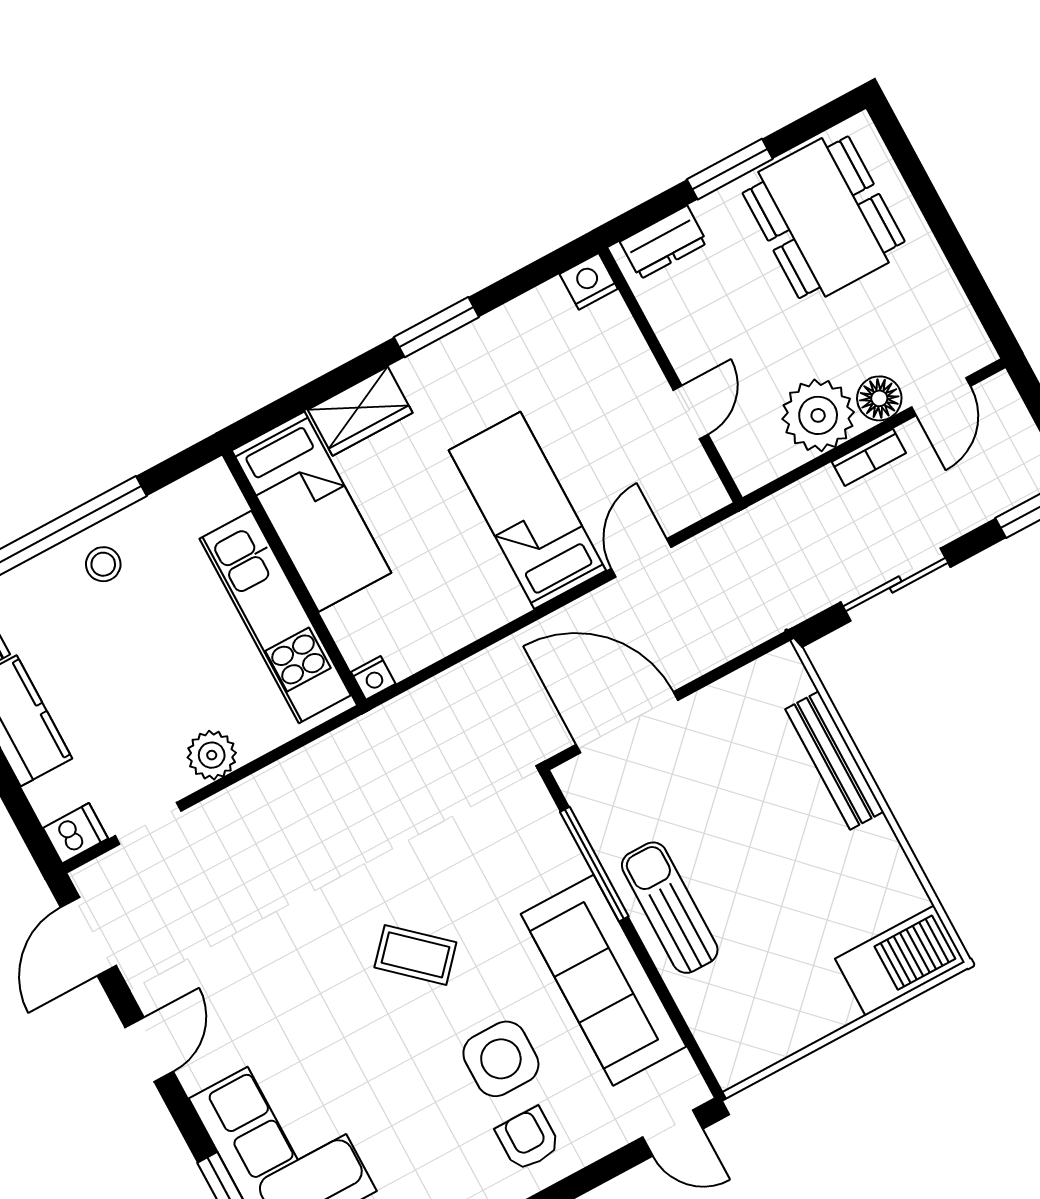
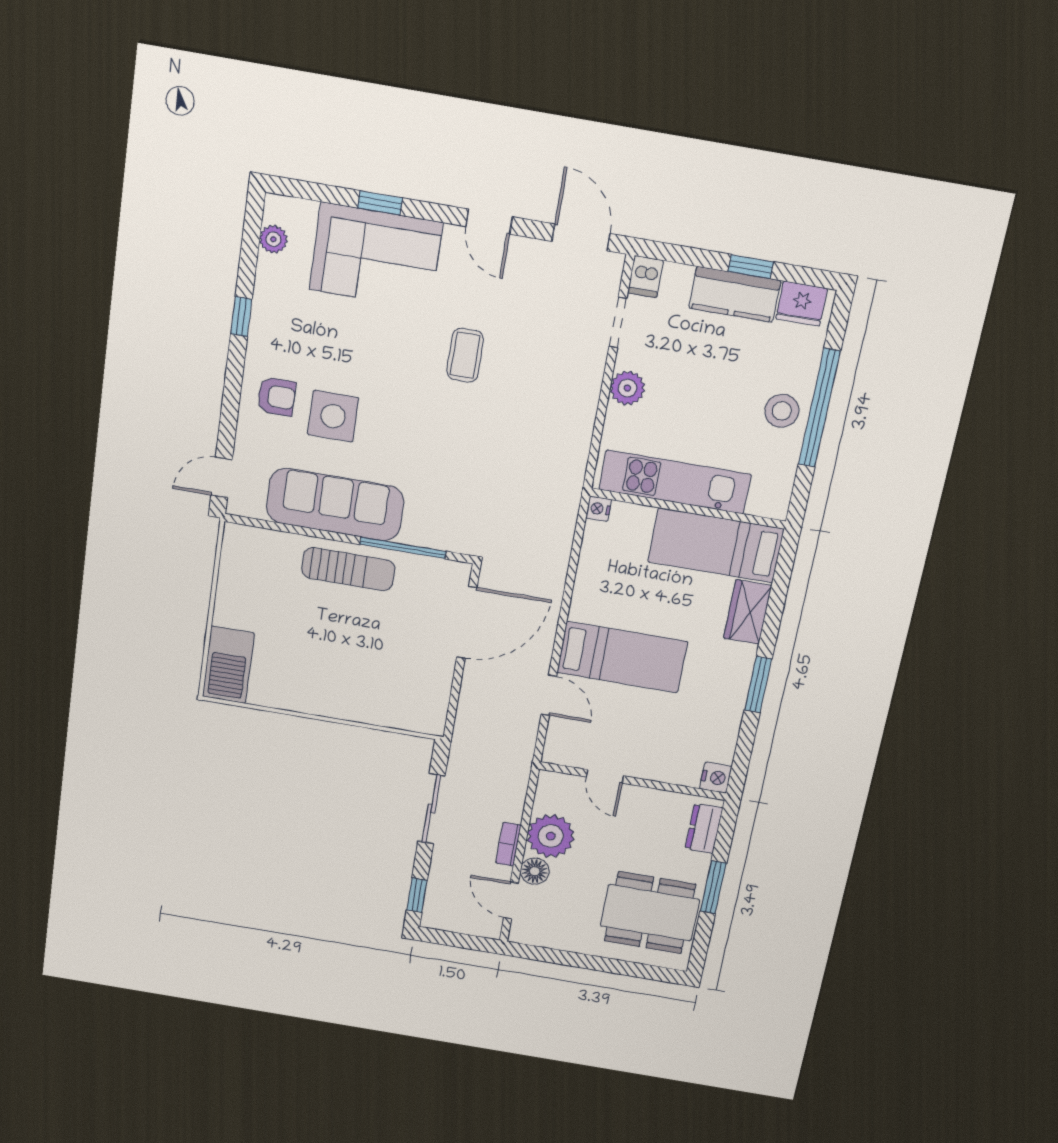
stool: (103, 564) -> (782, 411), width x1.37, depth x1.37
bench: (834, 760) -> (362, 711), removed
coffee table: (415, 955) -> (465, 355), moved, turned -42

